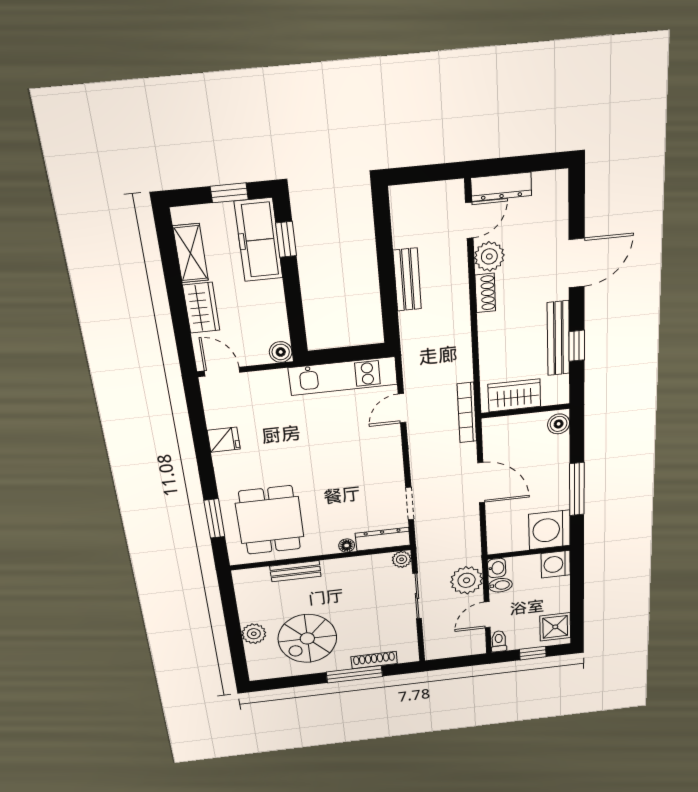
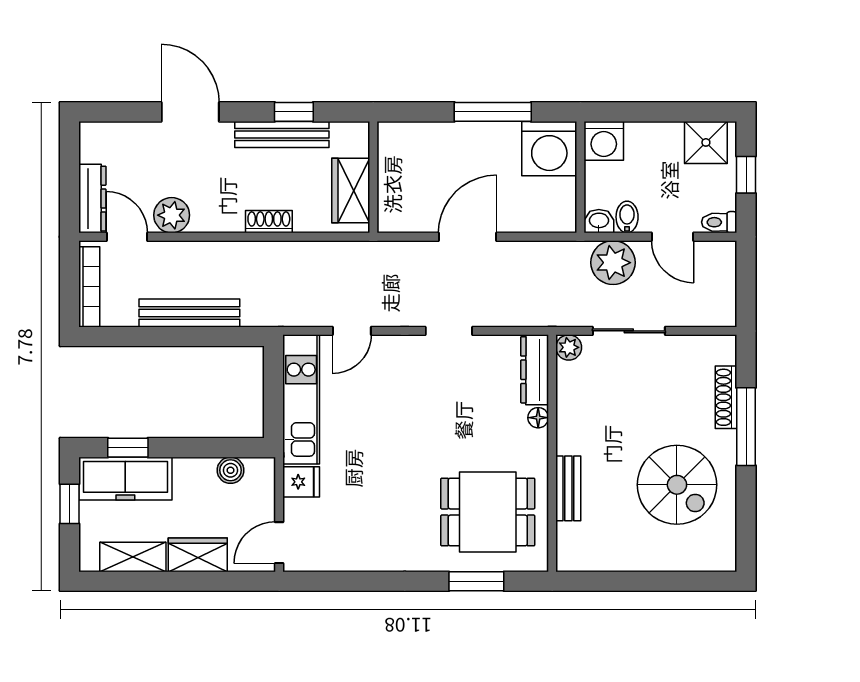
bench: (407, 280) -> (189, 313), width x1.36
shoe rack: (485, 293) -> (269, 222), moved
boiler: (281, 352) -> (230, 470), moved
door: (402, 408) -> (352, 331), hinge flipped
bookcase: (467, 413) -> (89, 287), moved, turned -90
boiler: (559, 424) -> (396, 135), removed
fridge: (224, 440) -> (301, 482), moved, turned 90
doorway: (410, 504) -> (449, 331), moved
plant: (254, 634) -> (659, 555), removed

